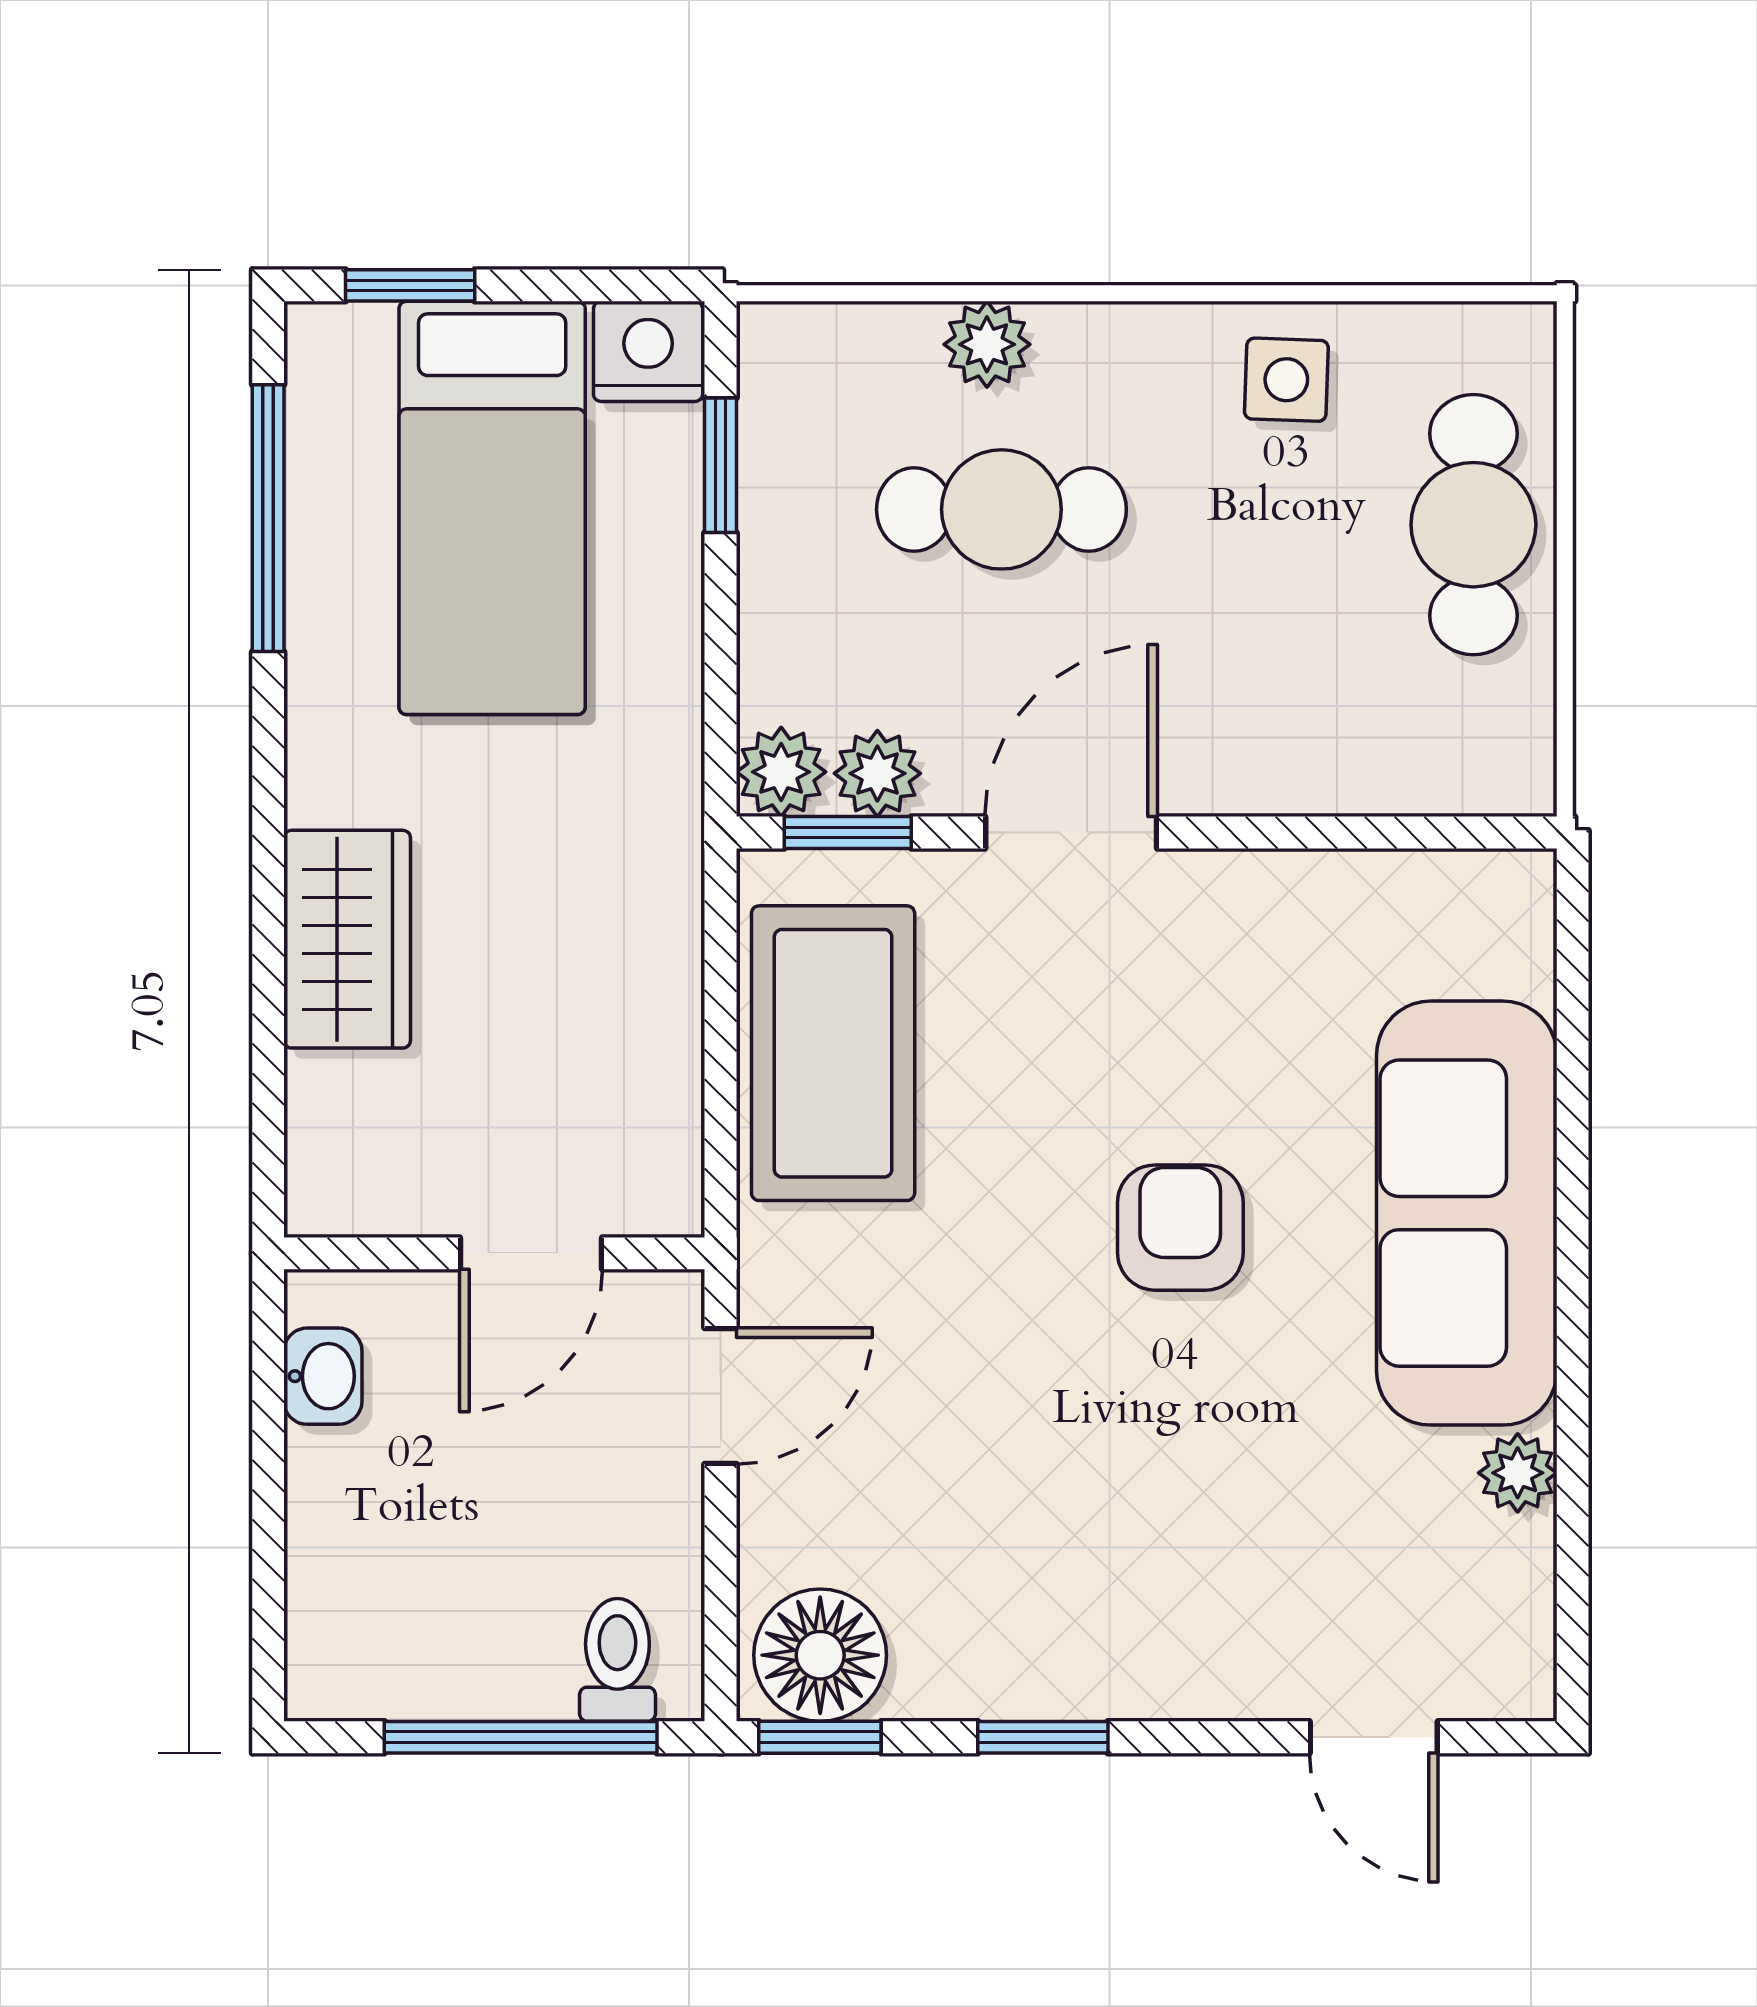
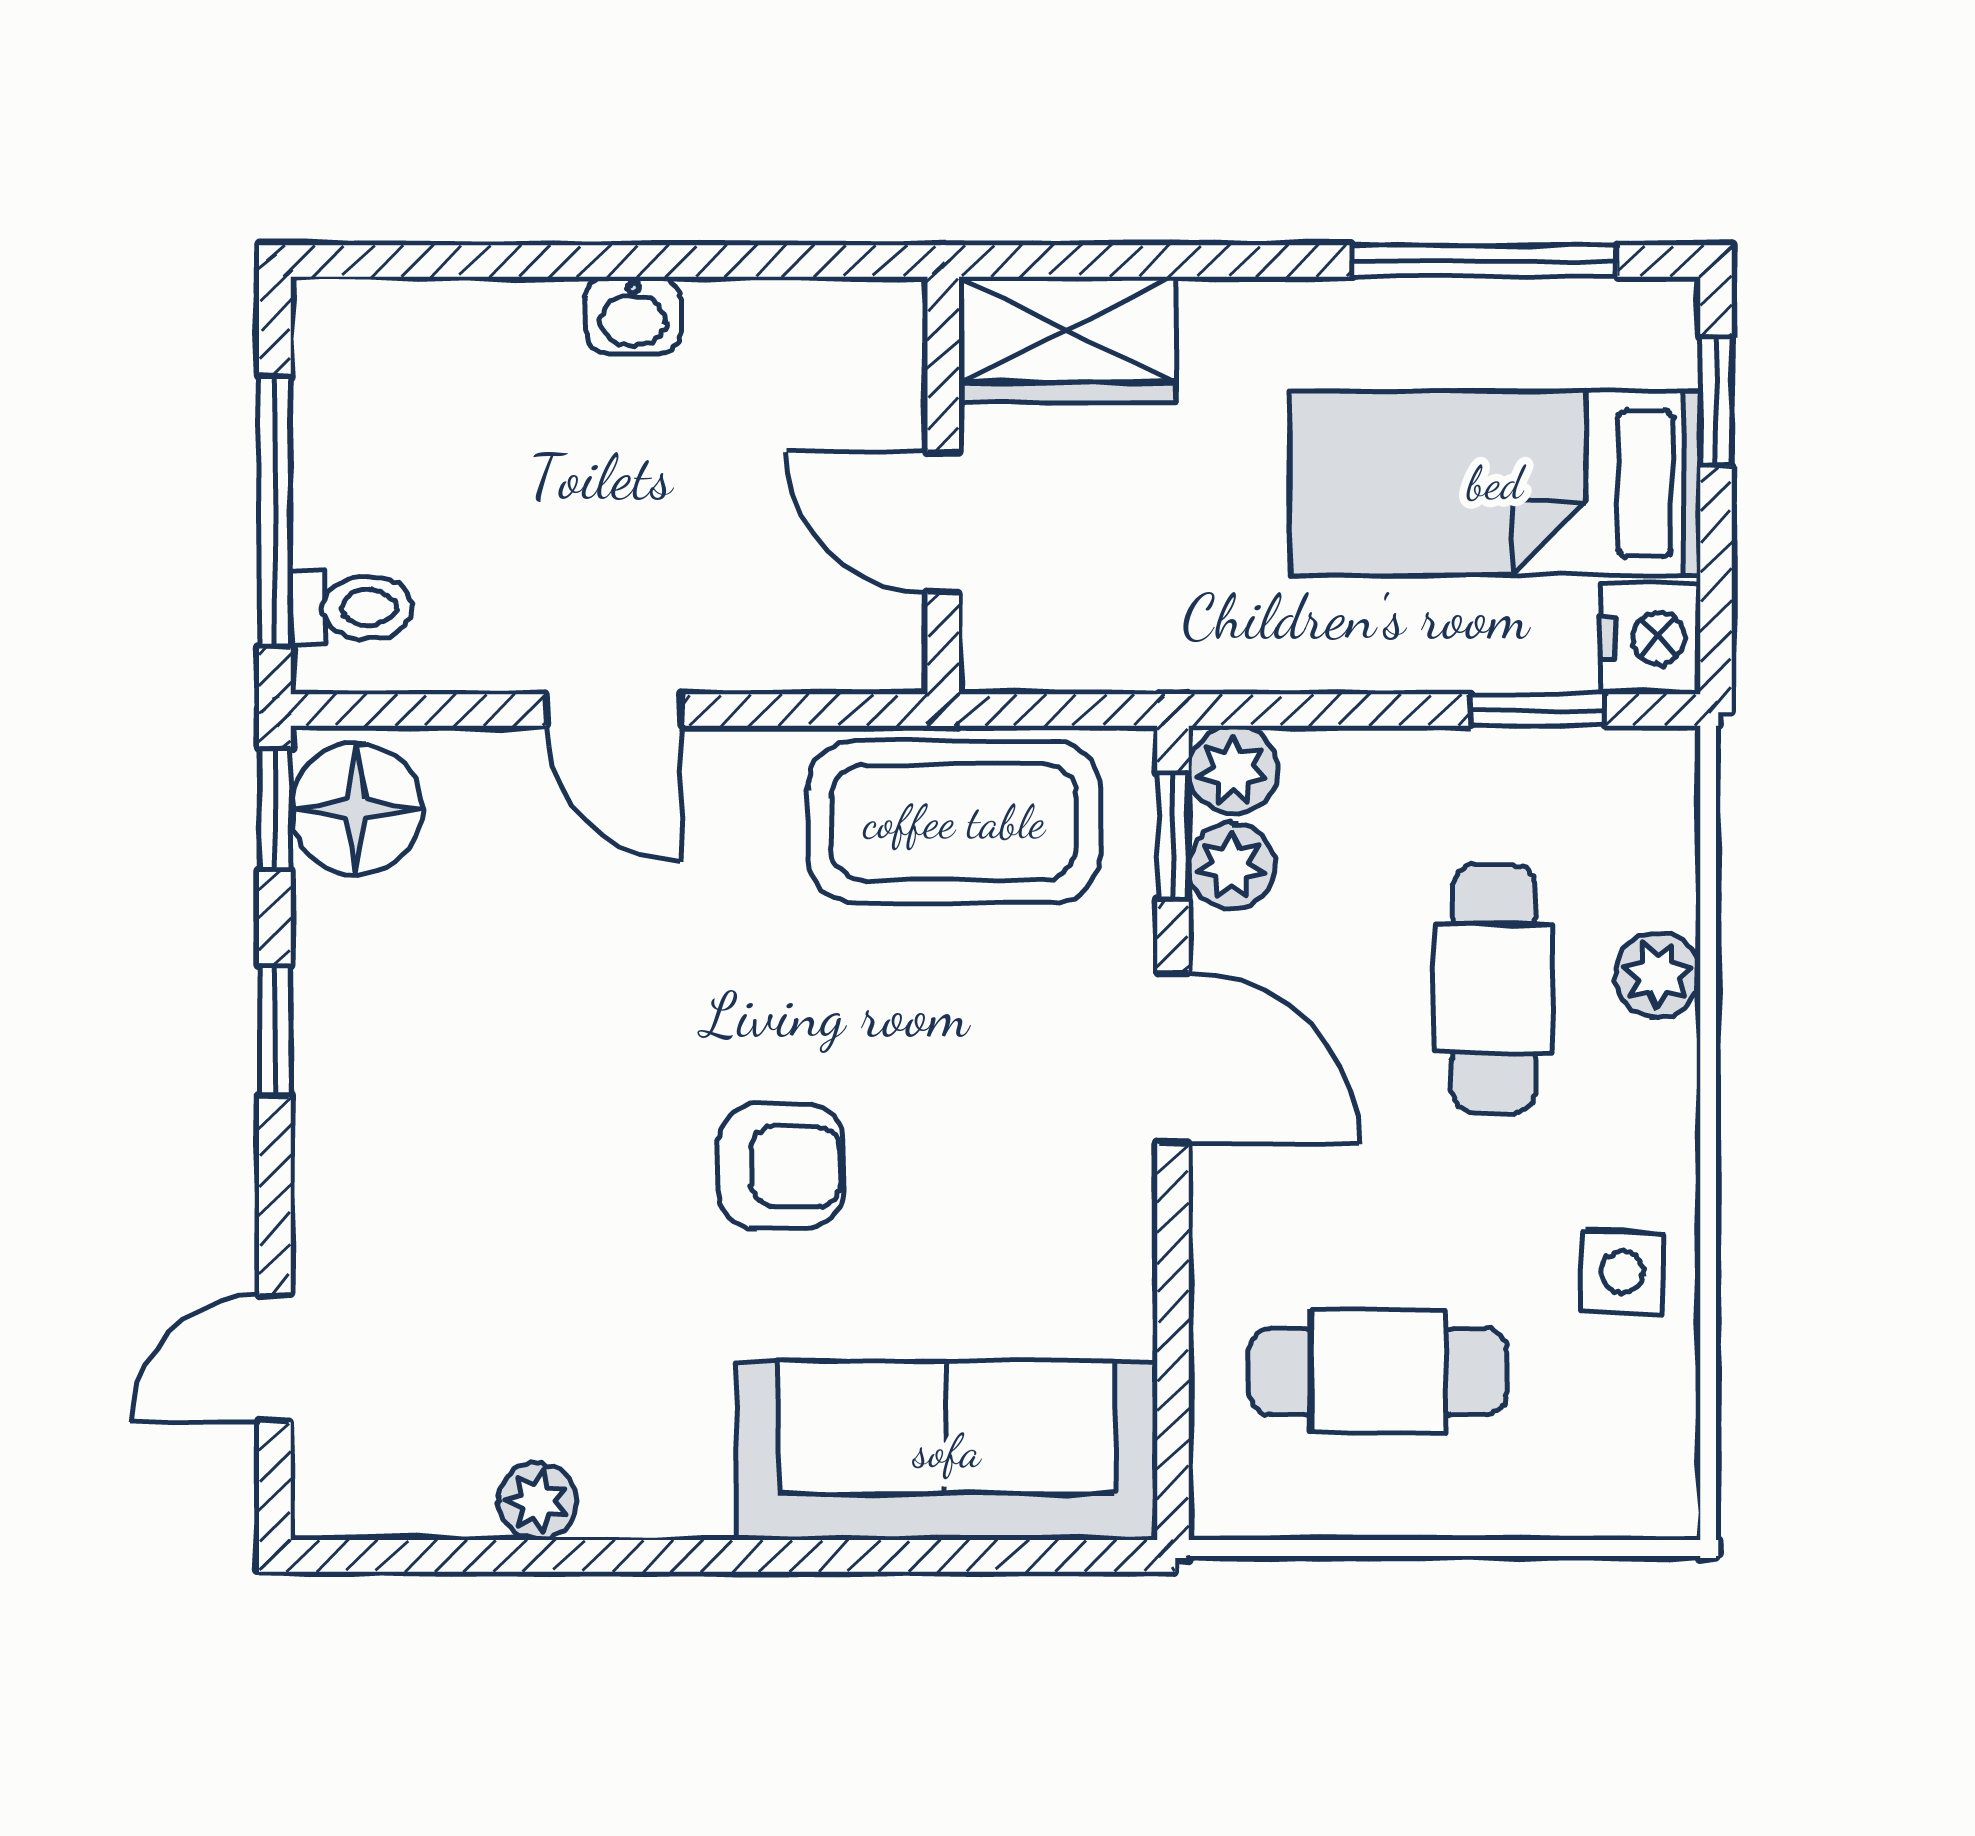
cafe table: (1473, 525) -> (1378, 1371), moved
sofa: (1467, 1213) -> (947, 1451), moved
wall: (494, 1253) -> (943, 486), moved
door: (531, 1253) -> (943, 522), moved

